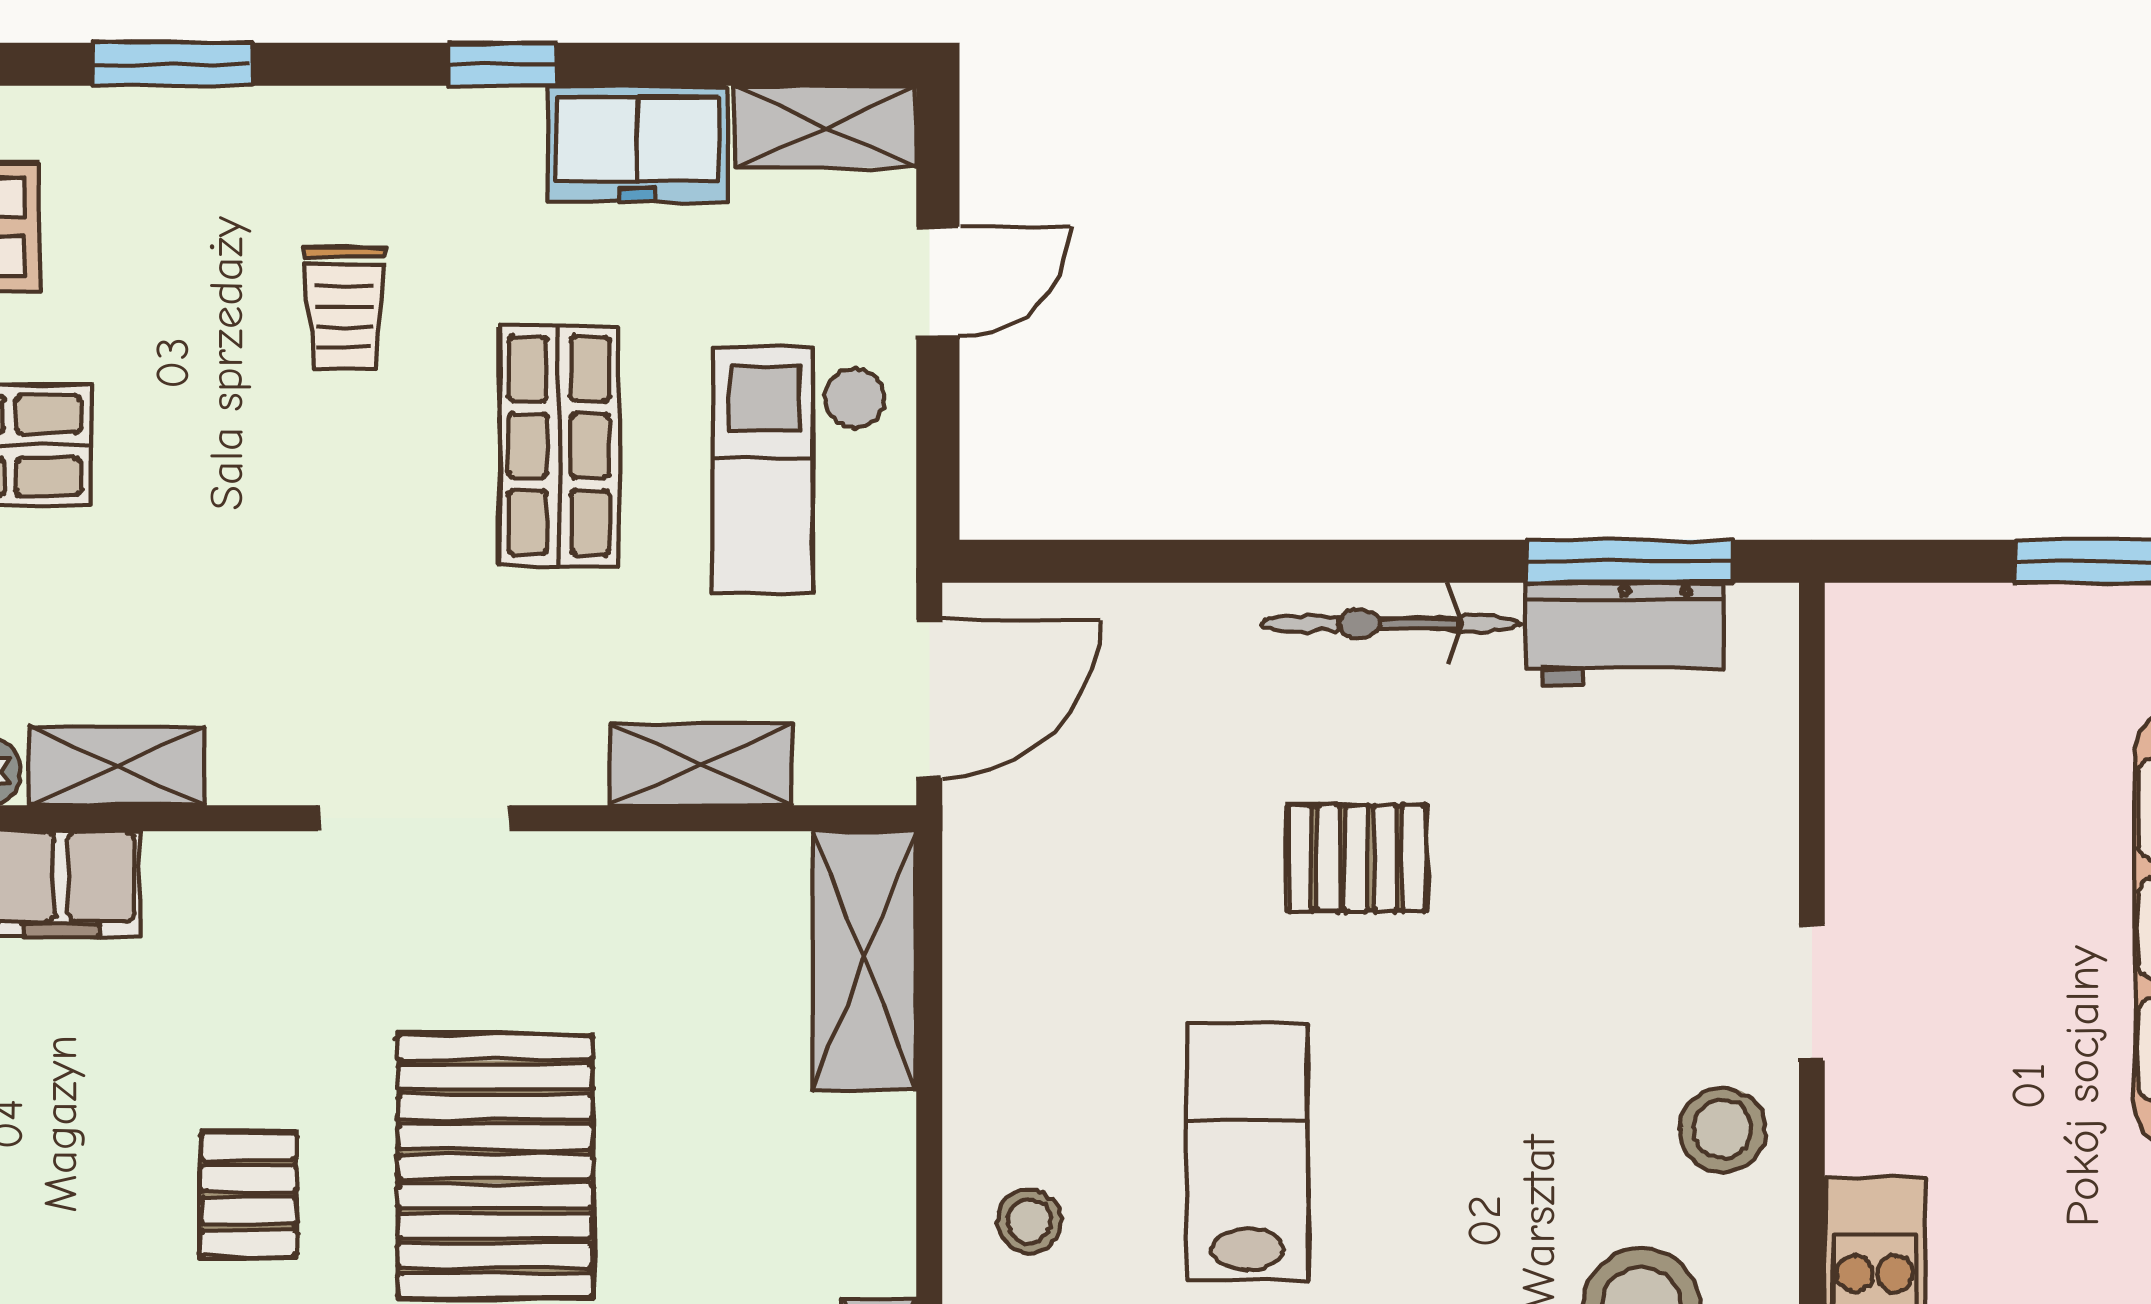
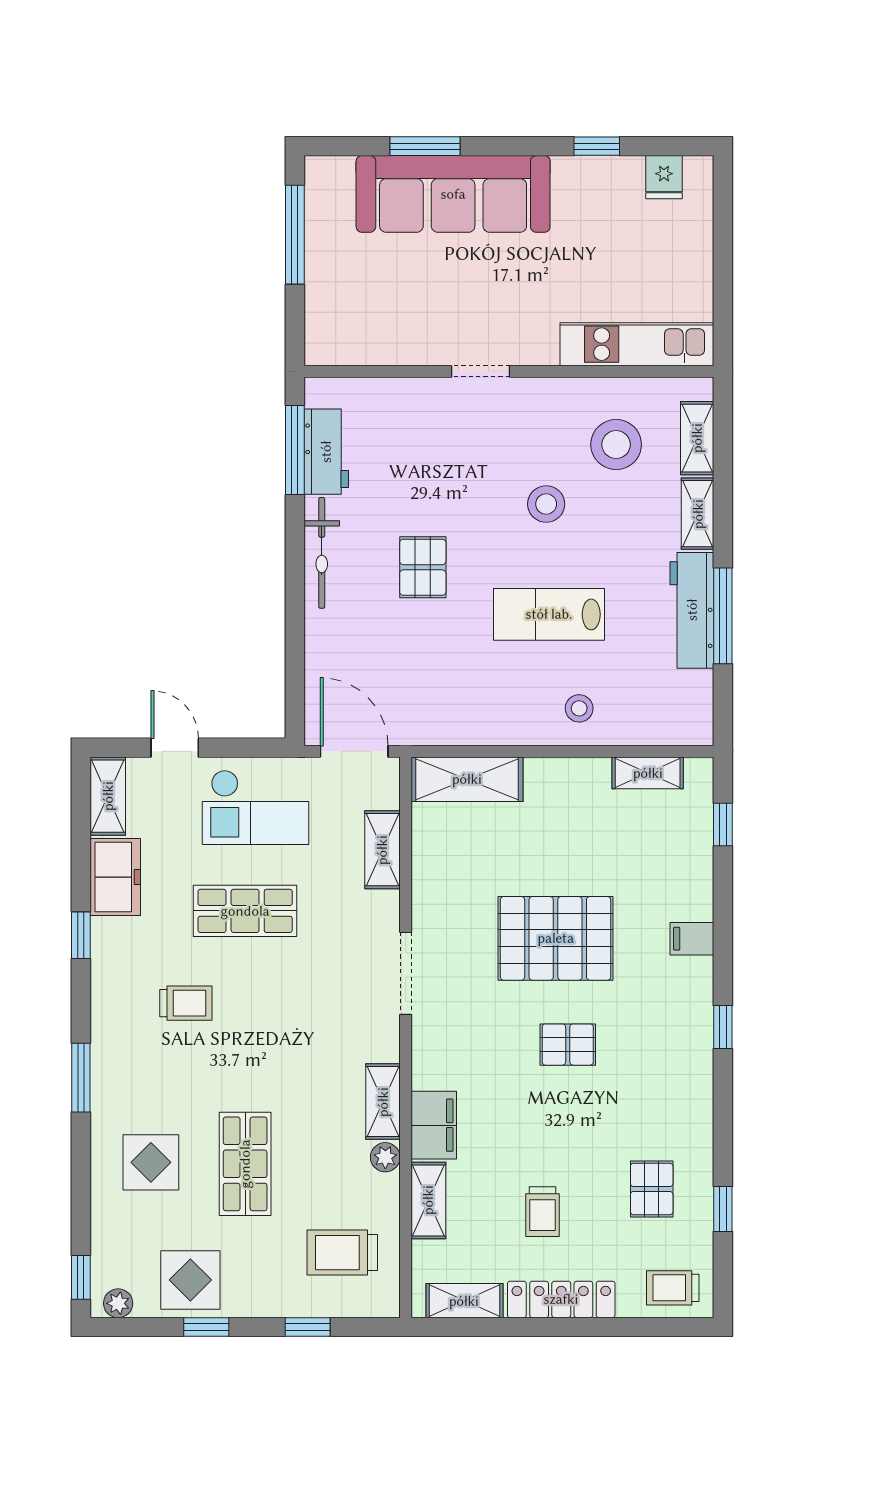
stool: (1722, 1129) -> (546, 504), moved

